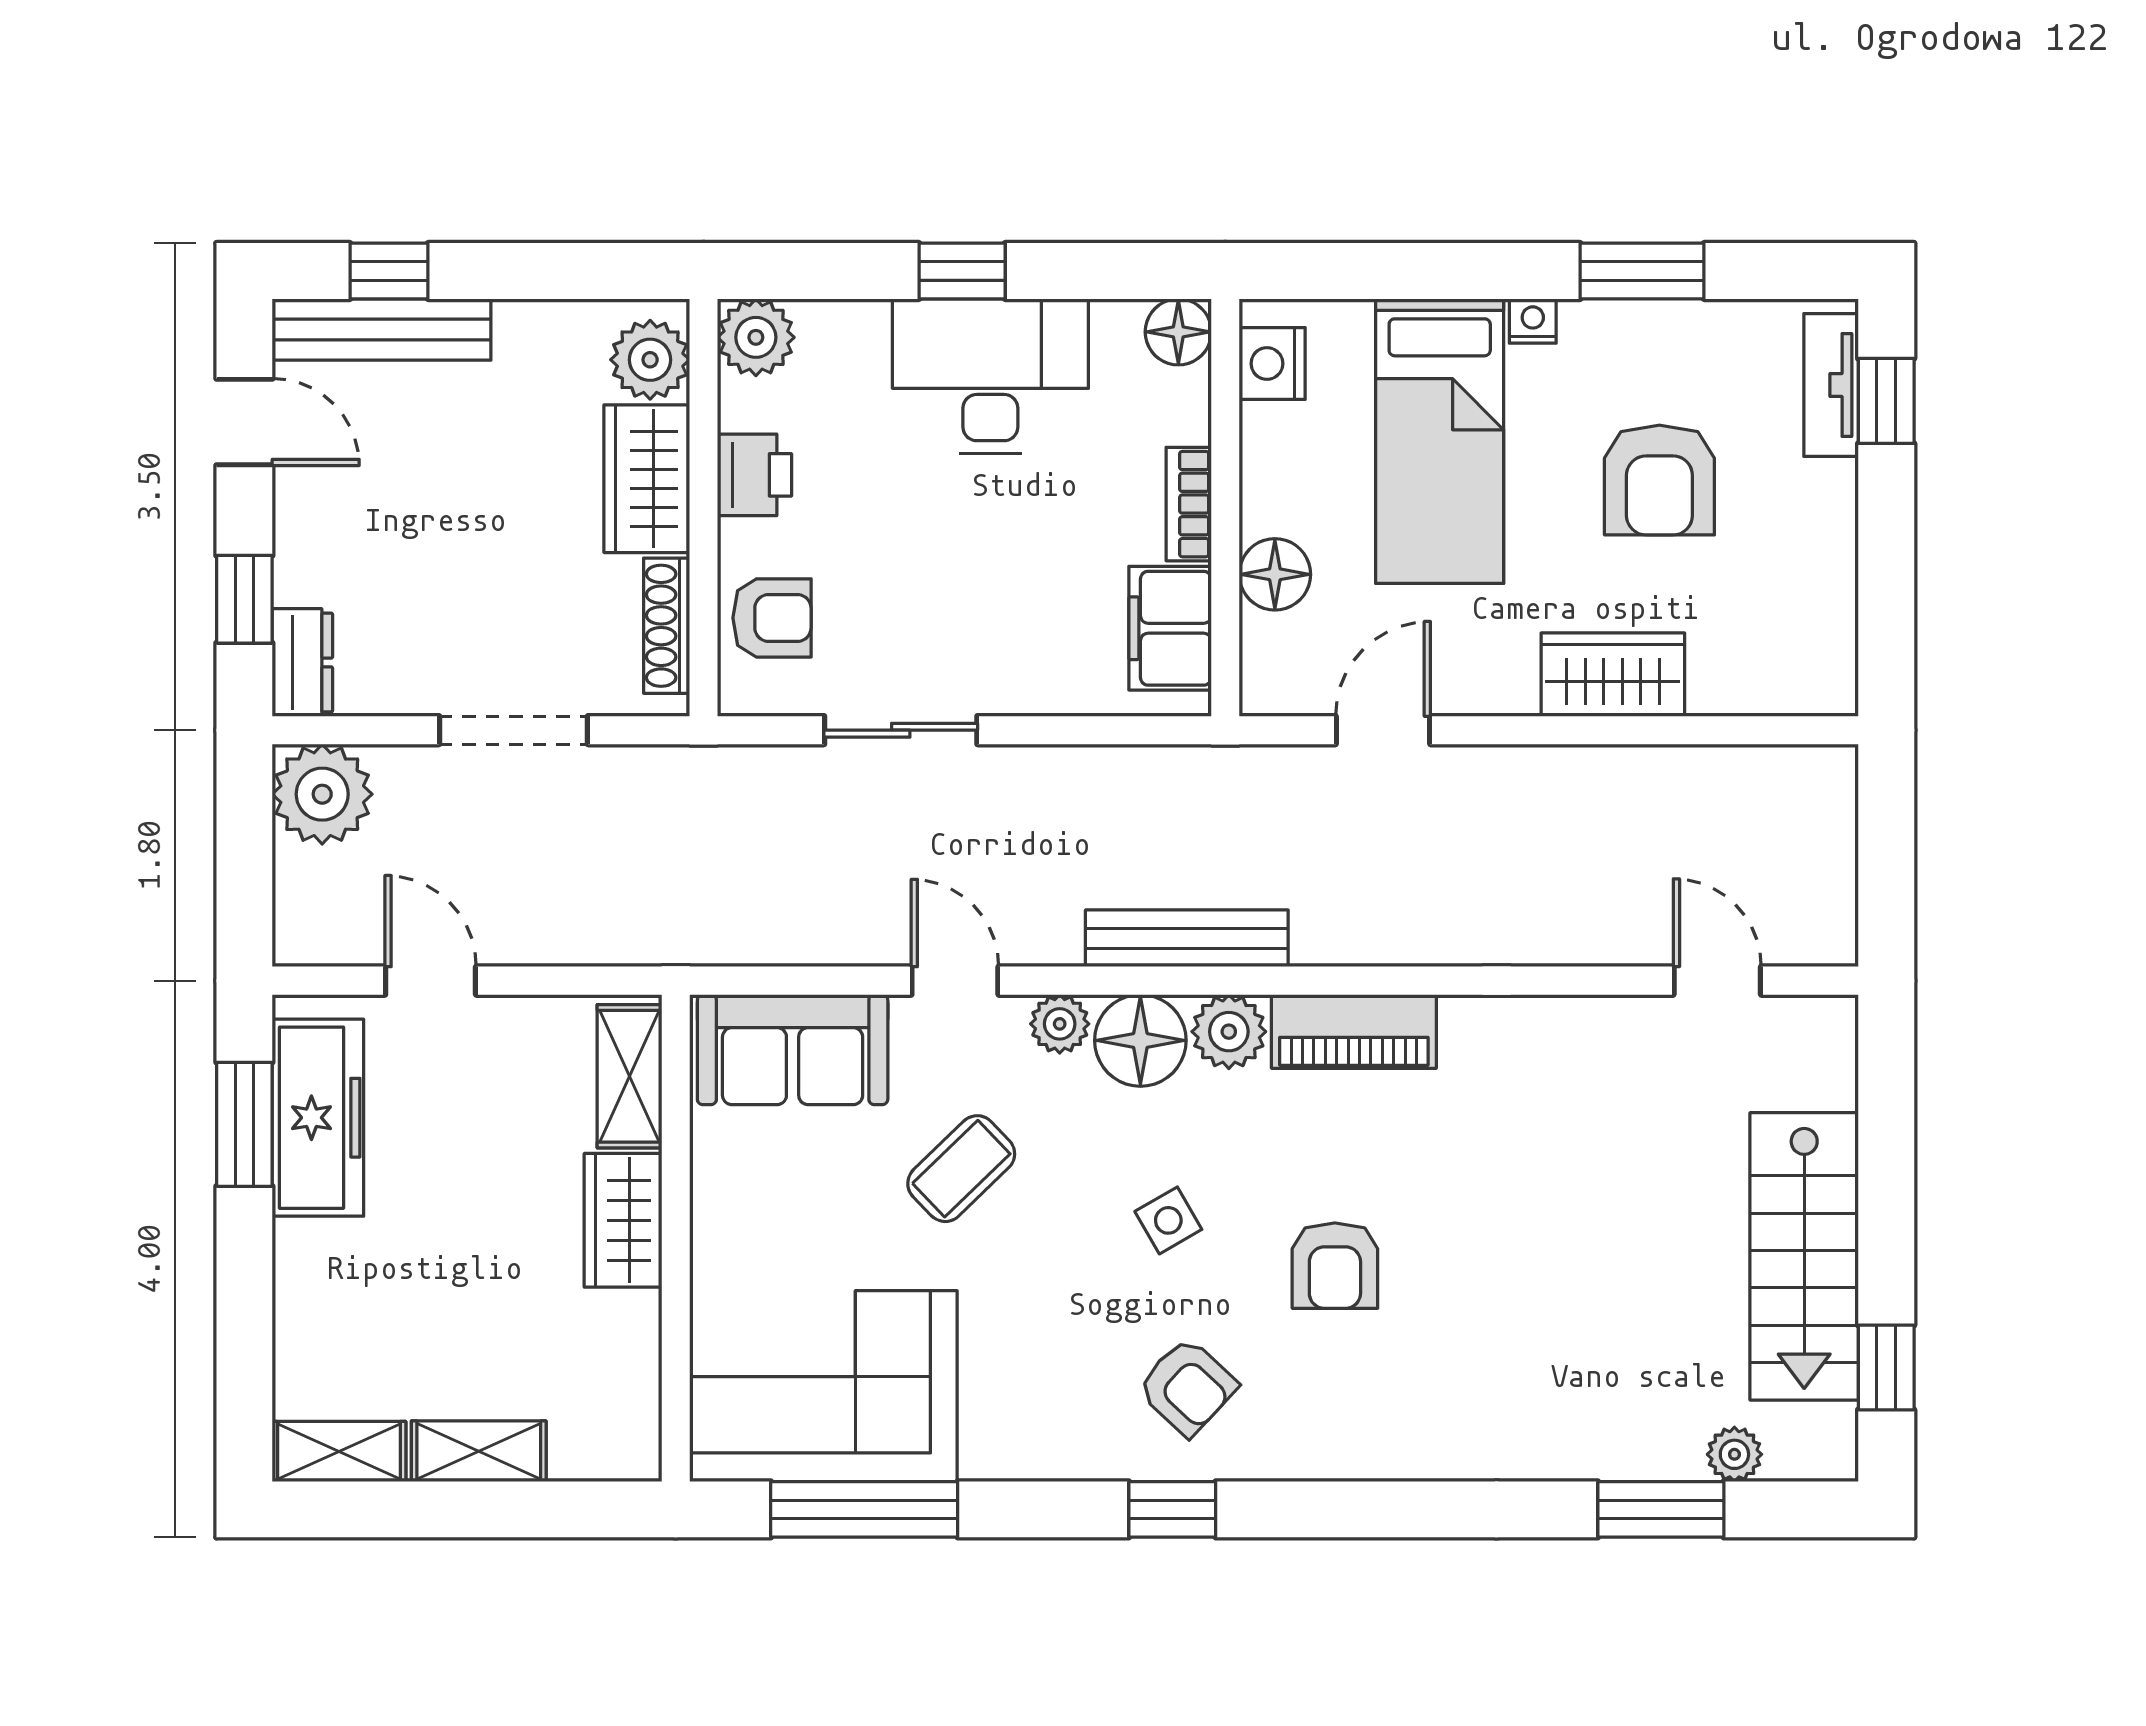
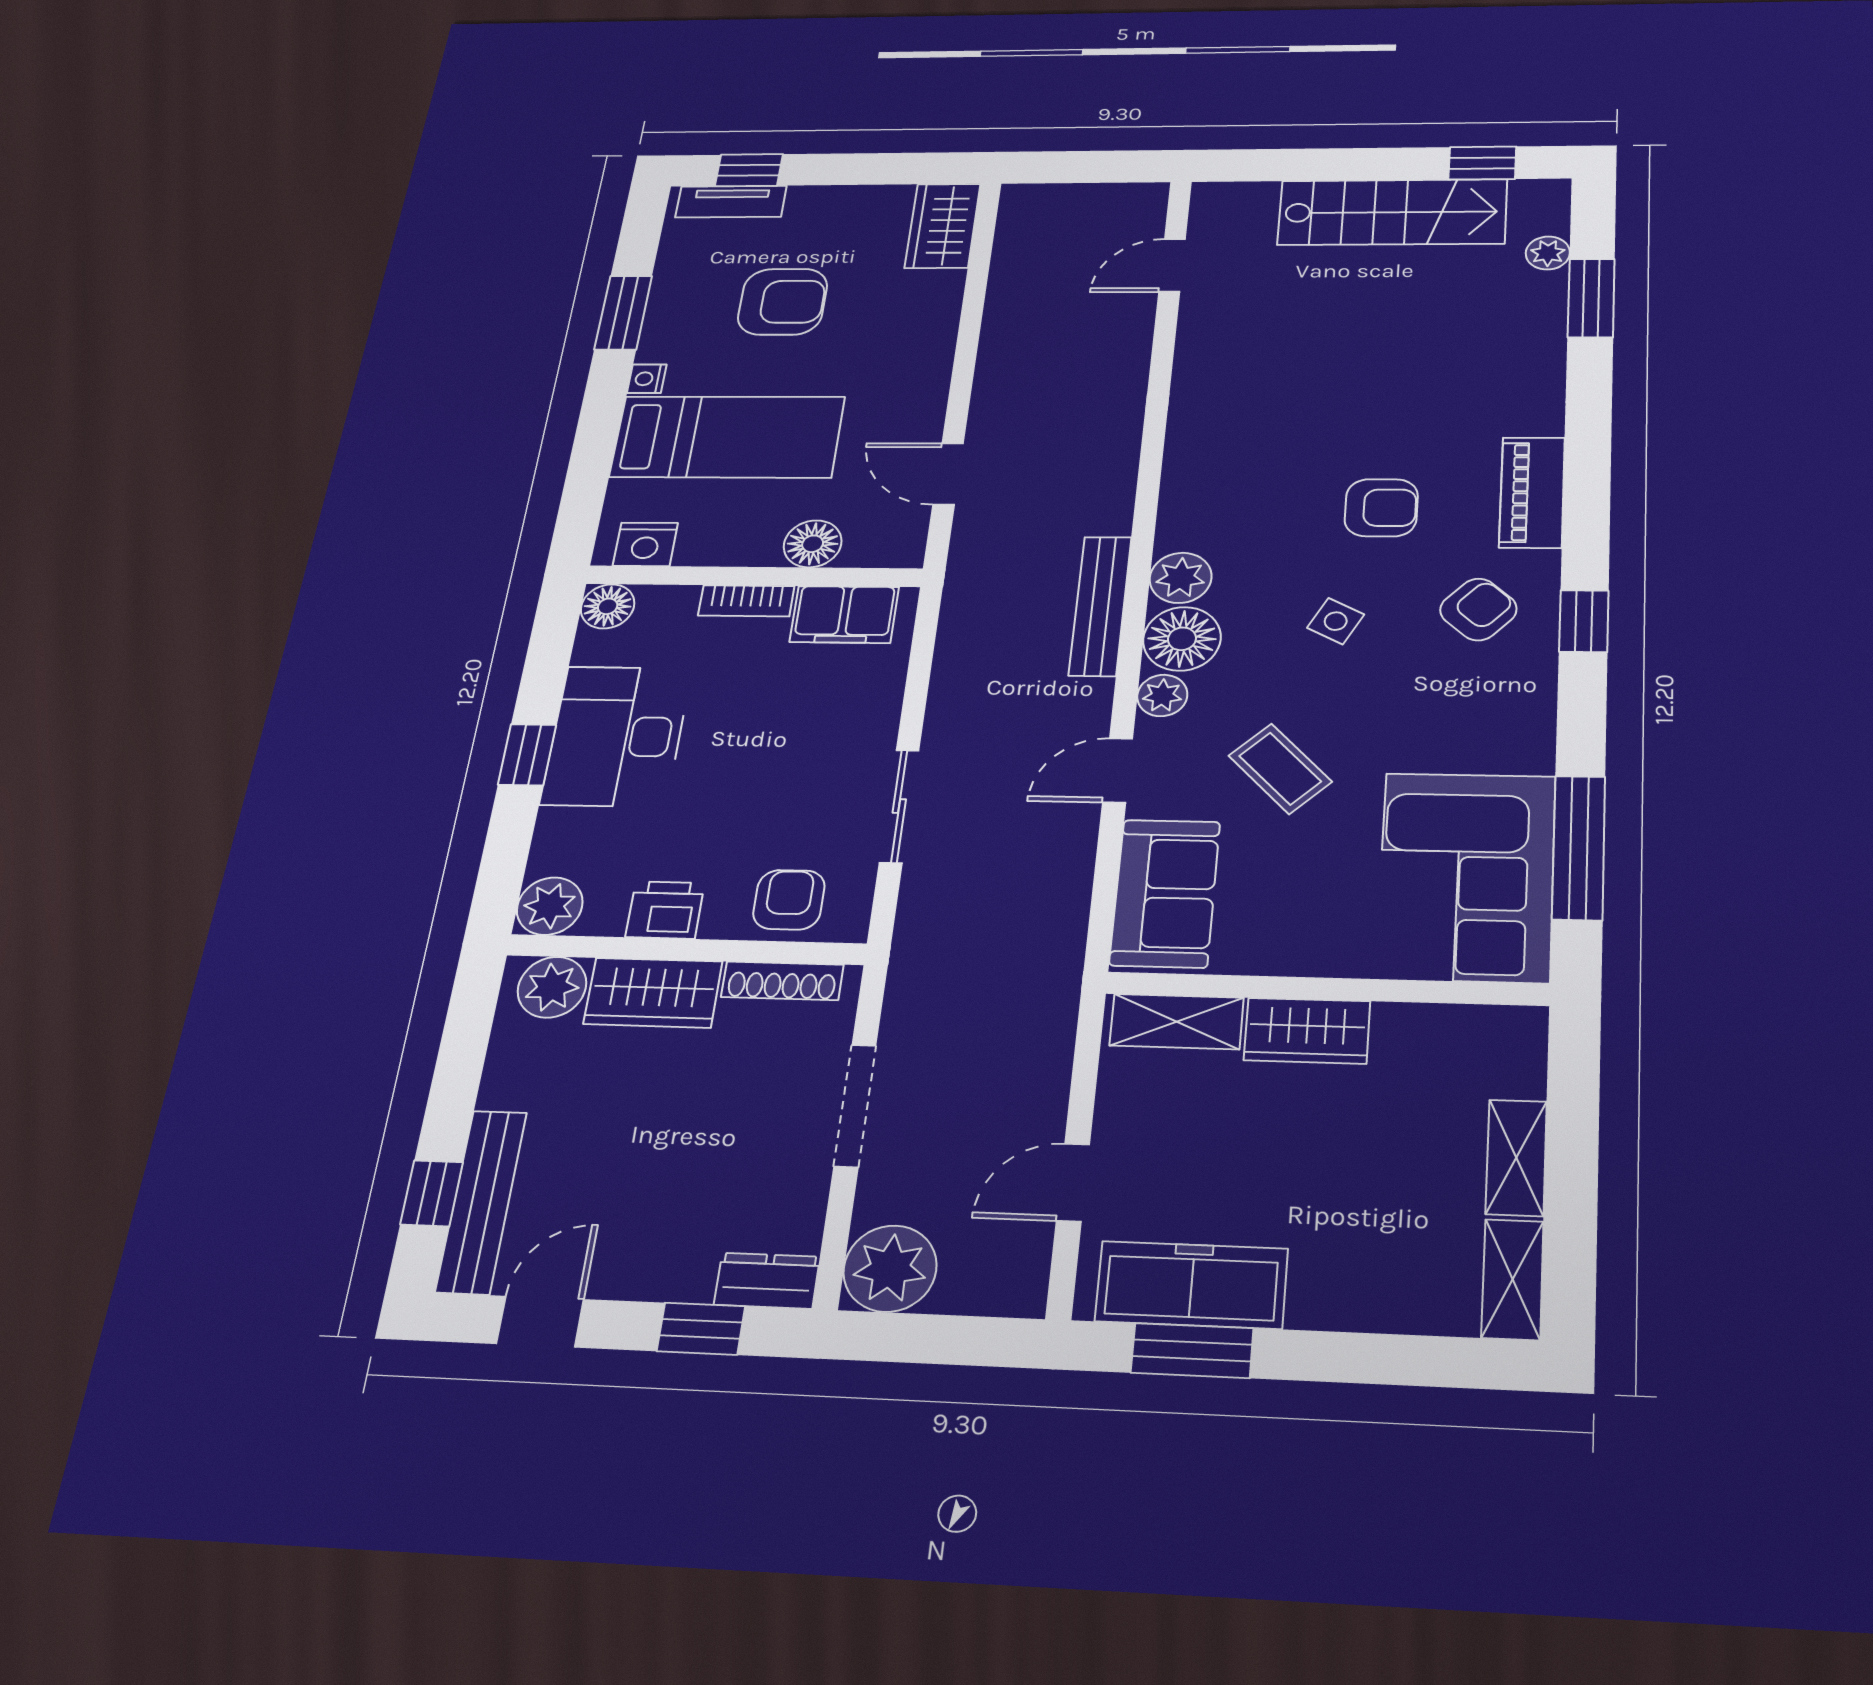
wardrobe: (1613, 675) -> (943, 226), moved
piano: (1354, 1031) -> (1532, 492), moved, turned 180
side table: (1168, 1220) -> (1336, 621), turned -32

